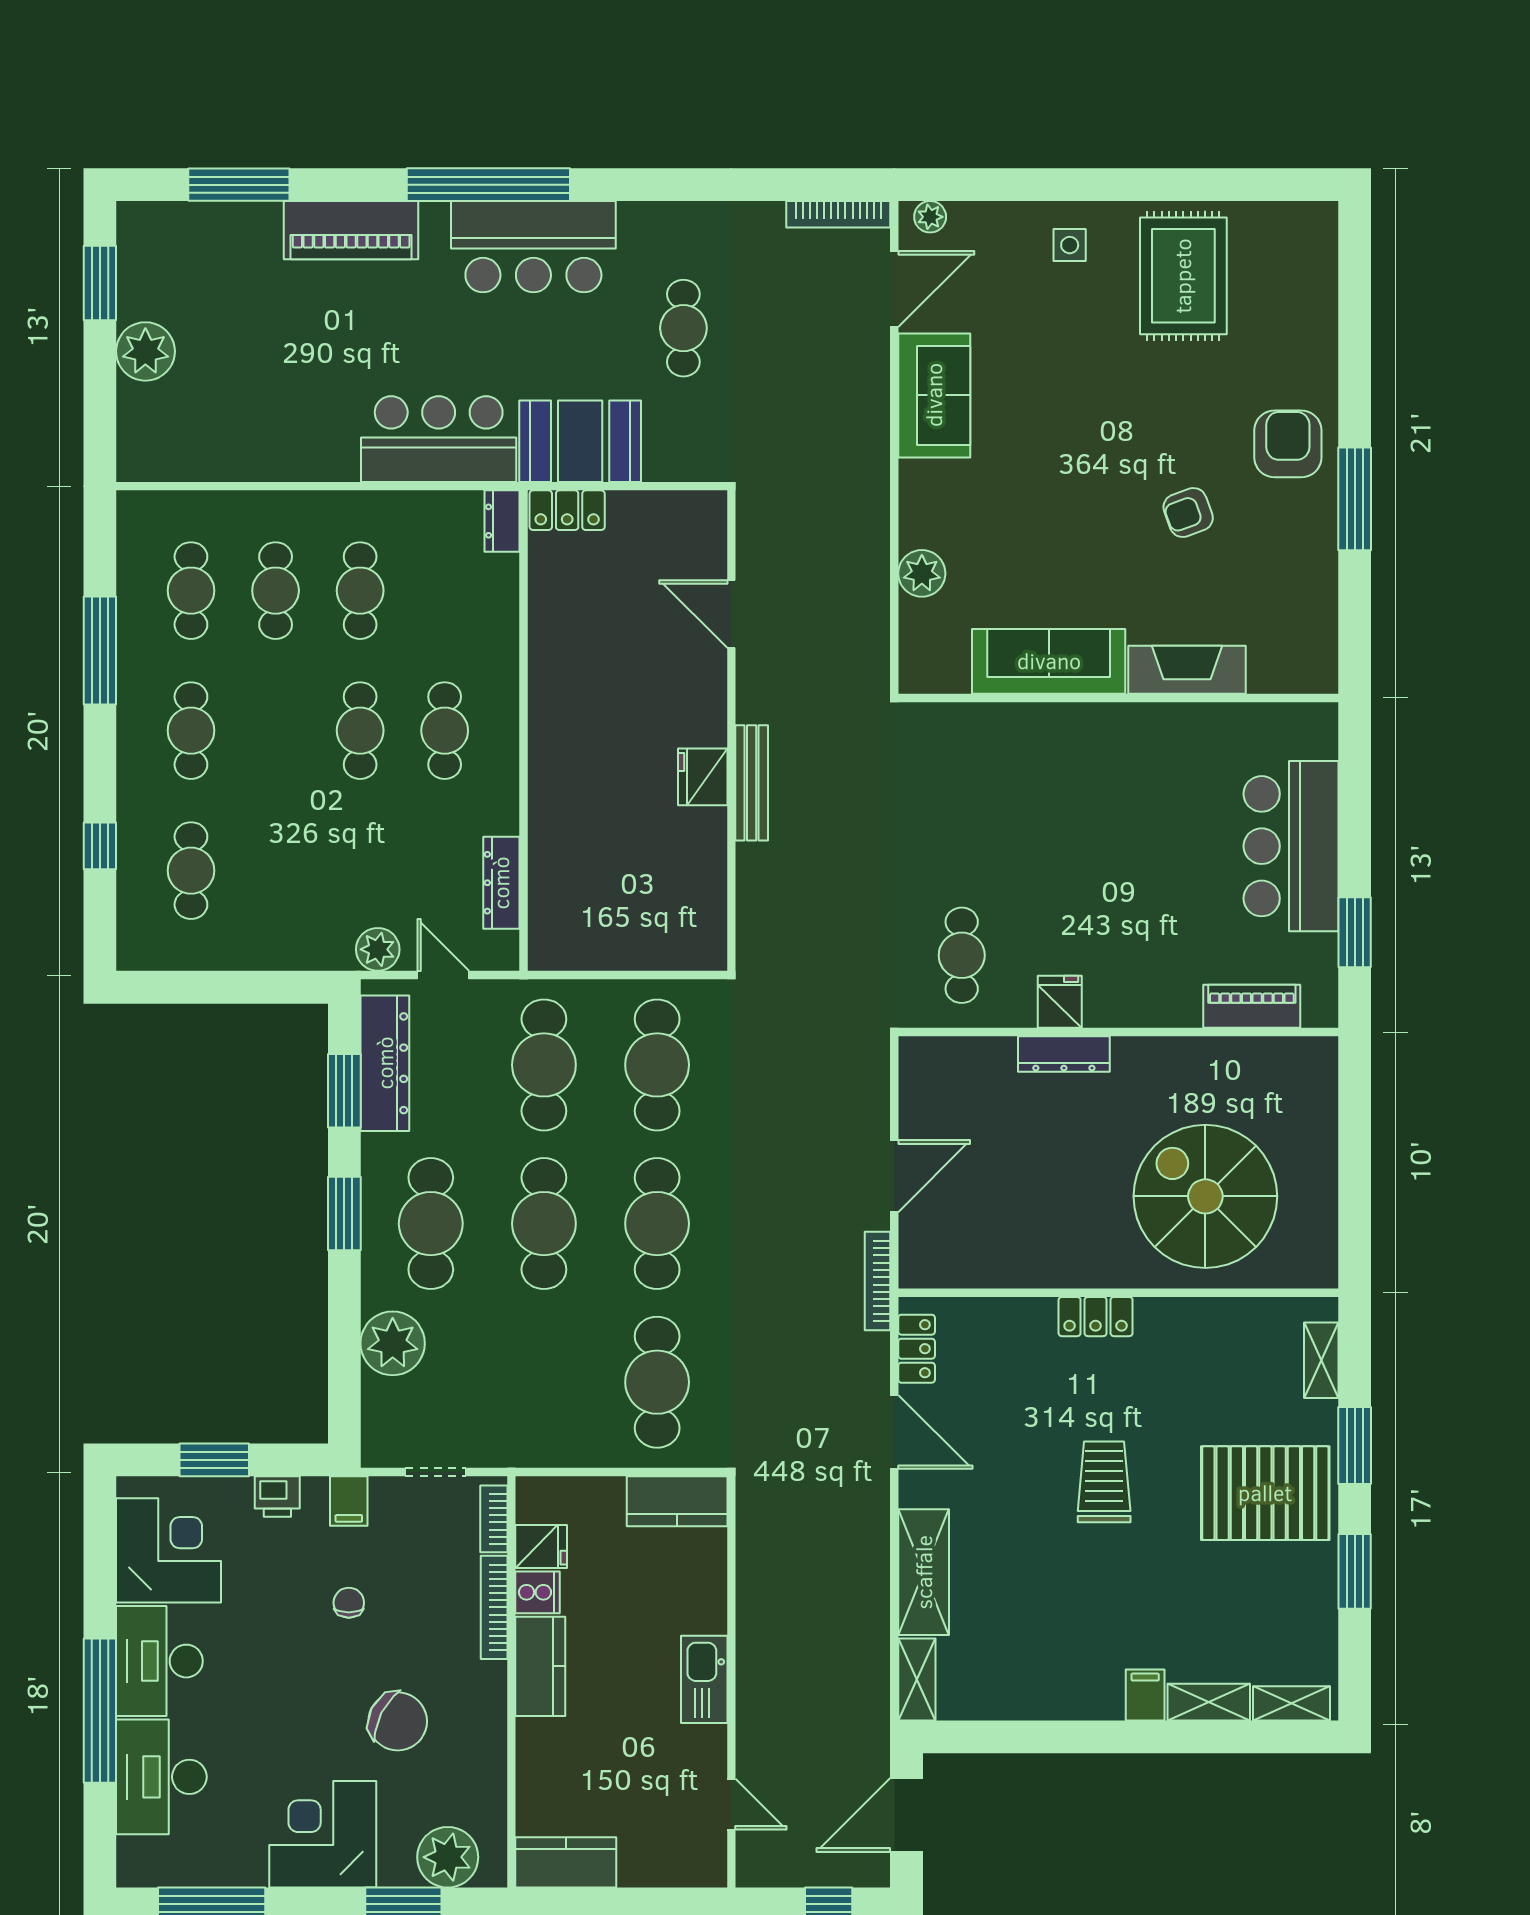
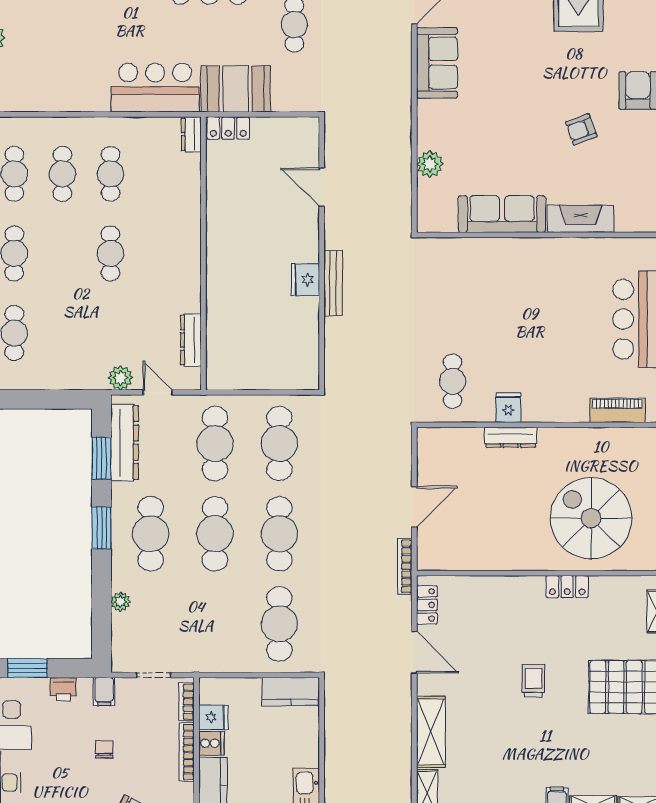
cafe table: (445, 731) -> (159, 253), removed
locker: (1096, 1317) -> (567, 587), moved
plant: (393, 1343) -> (120, 602), width x0.53, depth x0.53
trolley: (1104, 1482) -> (533, 681), width x0.73, depth x0.72

